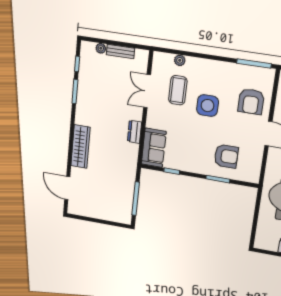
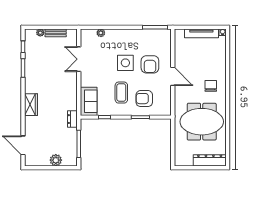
coffee table: (178, 90) -> (121, 93), moved
armchair: (251, 101) -> (150, 64), moved
dresser: (135, 132) -> (72, 119), moved
wardrobe: (80, 147) -> (31, 105), width x0.67
armchair: (226, 156) -> (144, 99), turned 180
plant: (105, 213) -> (56, 160), added

